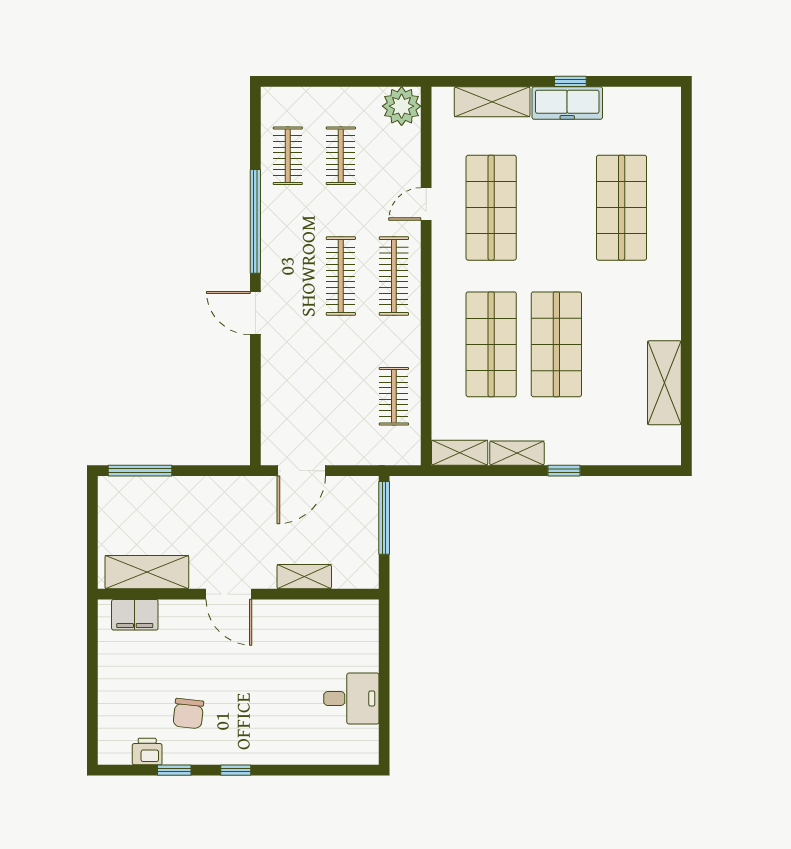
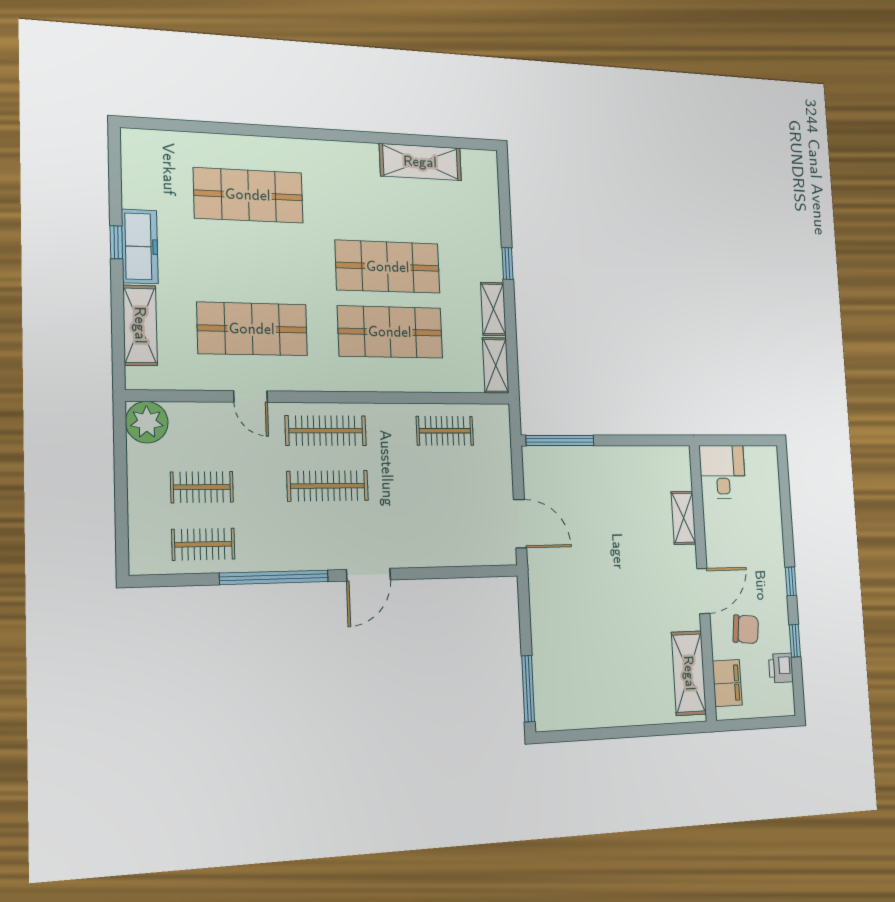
shelving: (147, 572) -> (689, 673), moved
shelving: (304, 577) -> (683, 518), moved
door: (229, 594) -> (703, 591), moved
wall: (238, 594) -> (703, 582), moved
filing cabinet: (135, 615) -> (727, 683), moved

